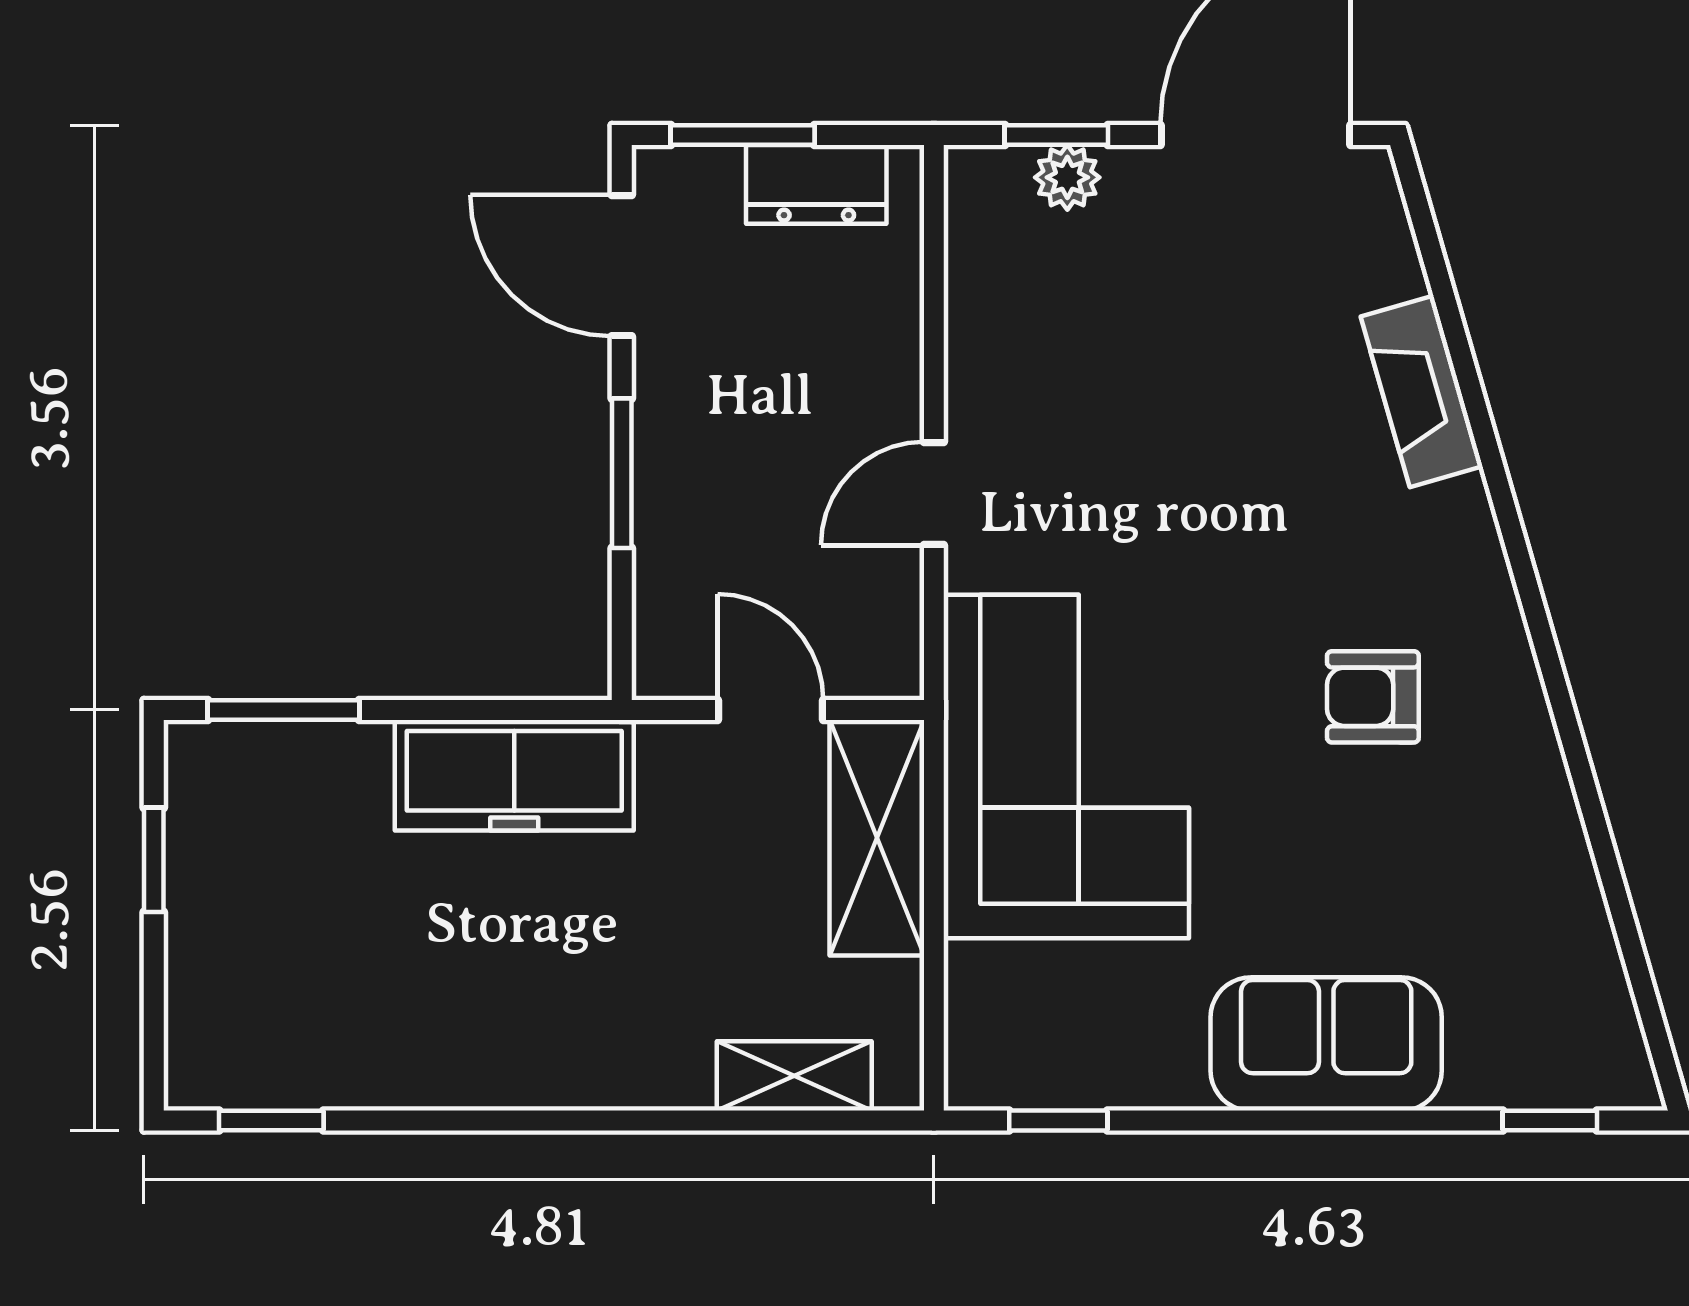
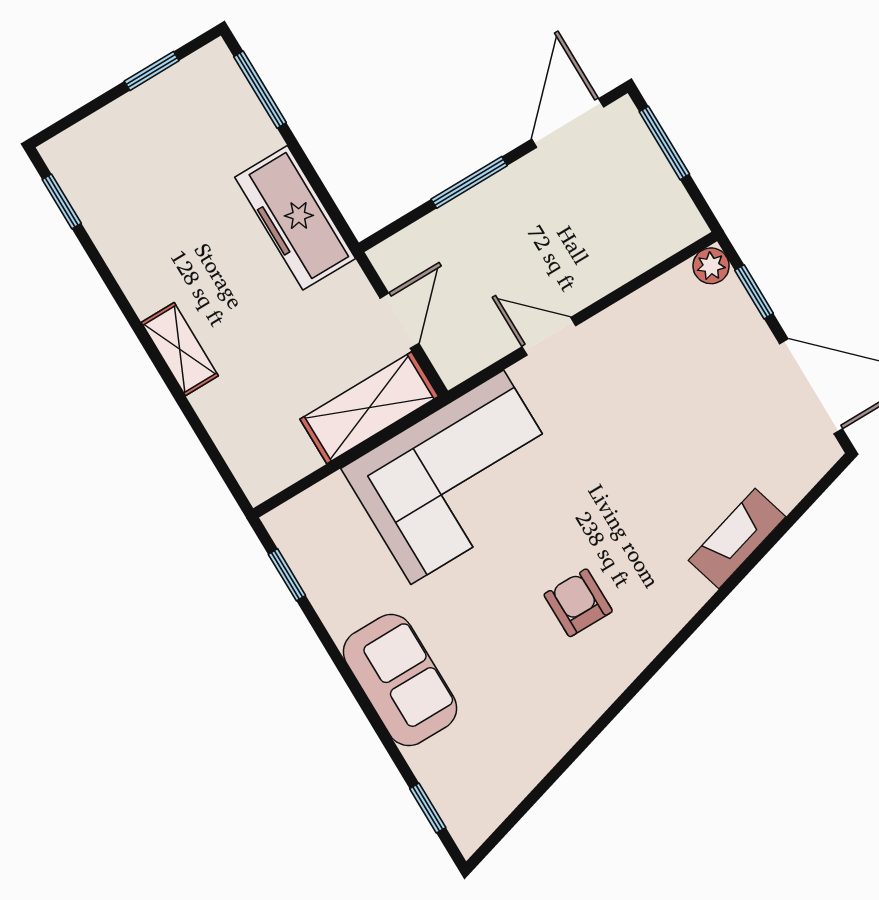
plant: (1067, 177) -> (711, 266), moved
dresser: (816, 184) -> (662, 192), removed
shelving: (794, 1076) -> (180, 349), moved

